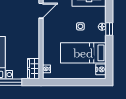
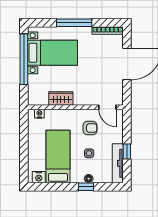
armchair: (59, 26) -> (90, 128), added
wardrobe: (33, 69) -> (61, 98), moved

